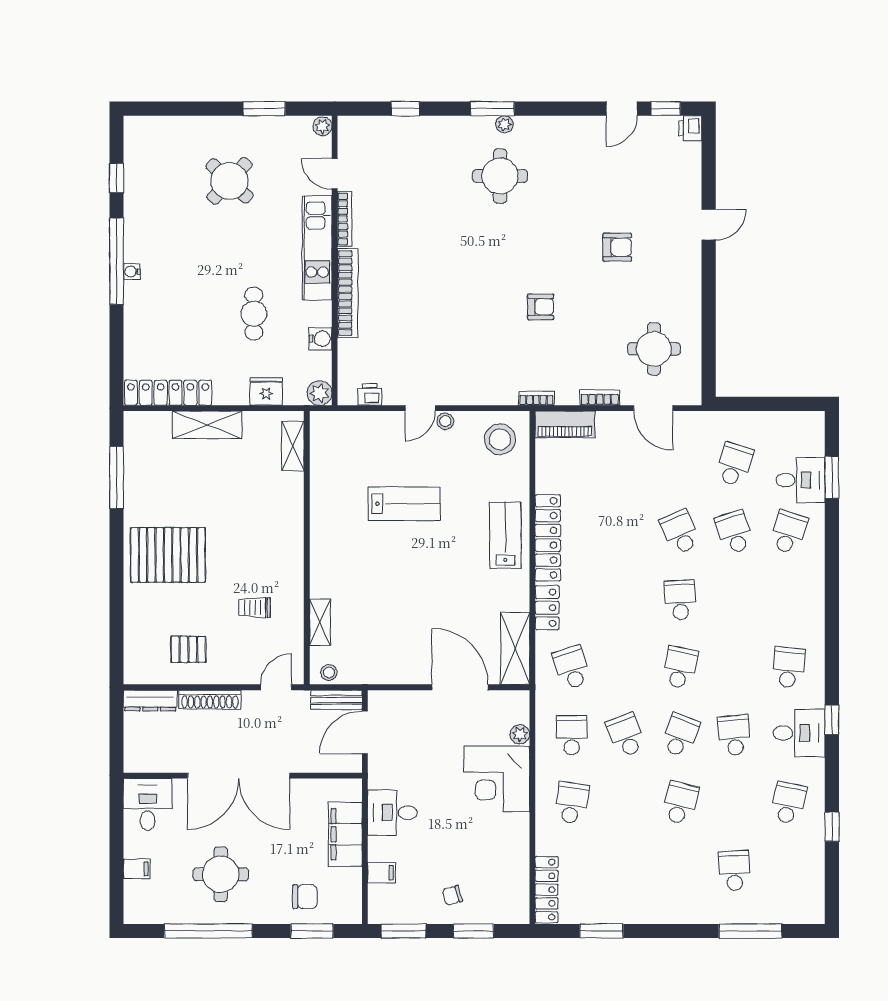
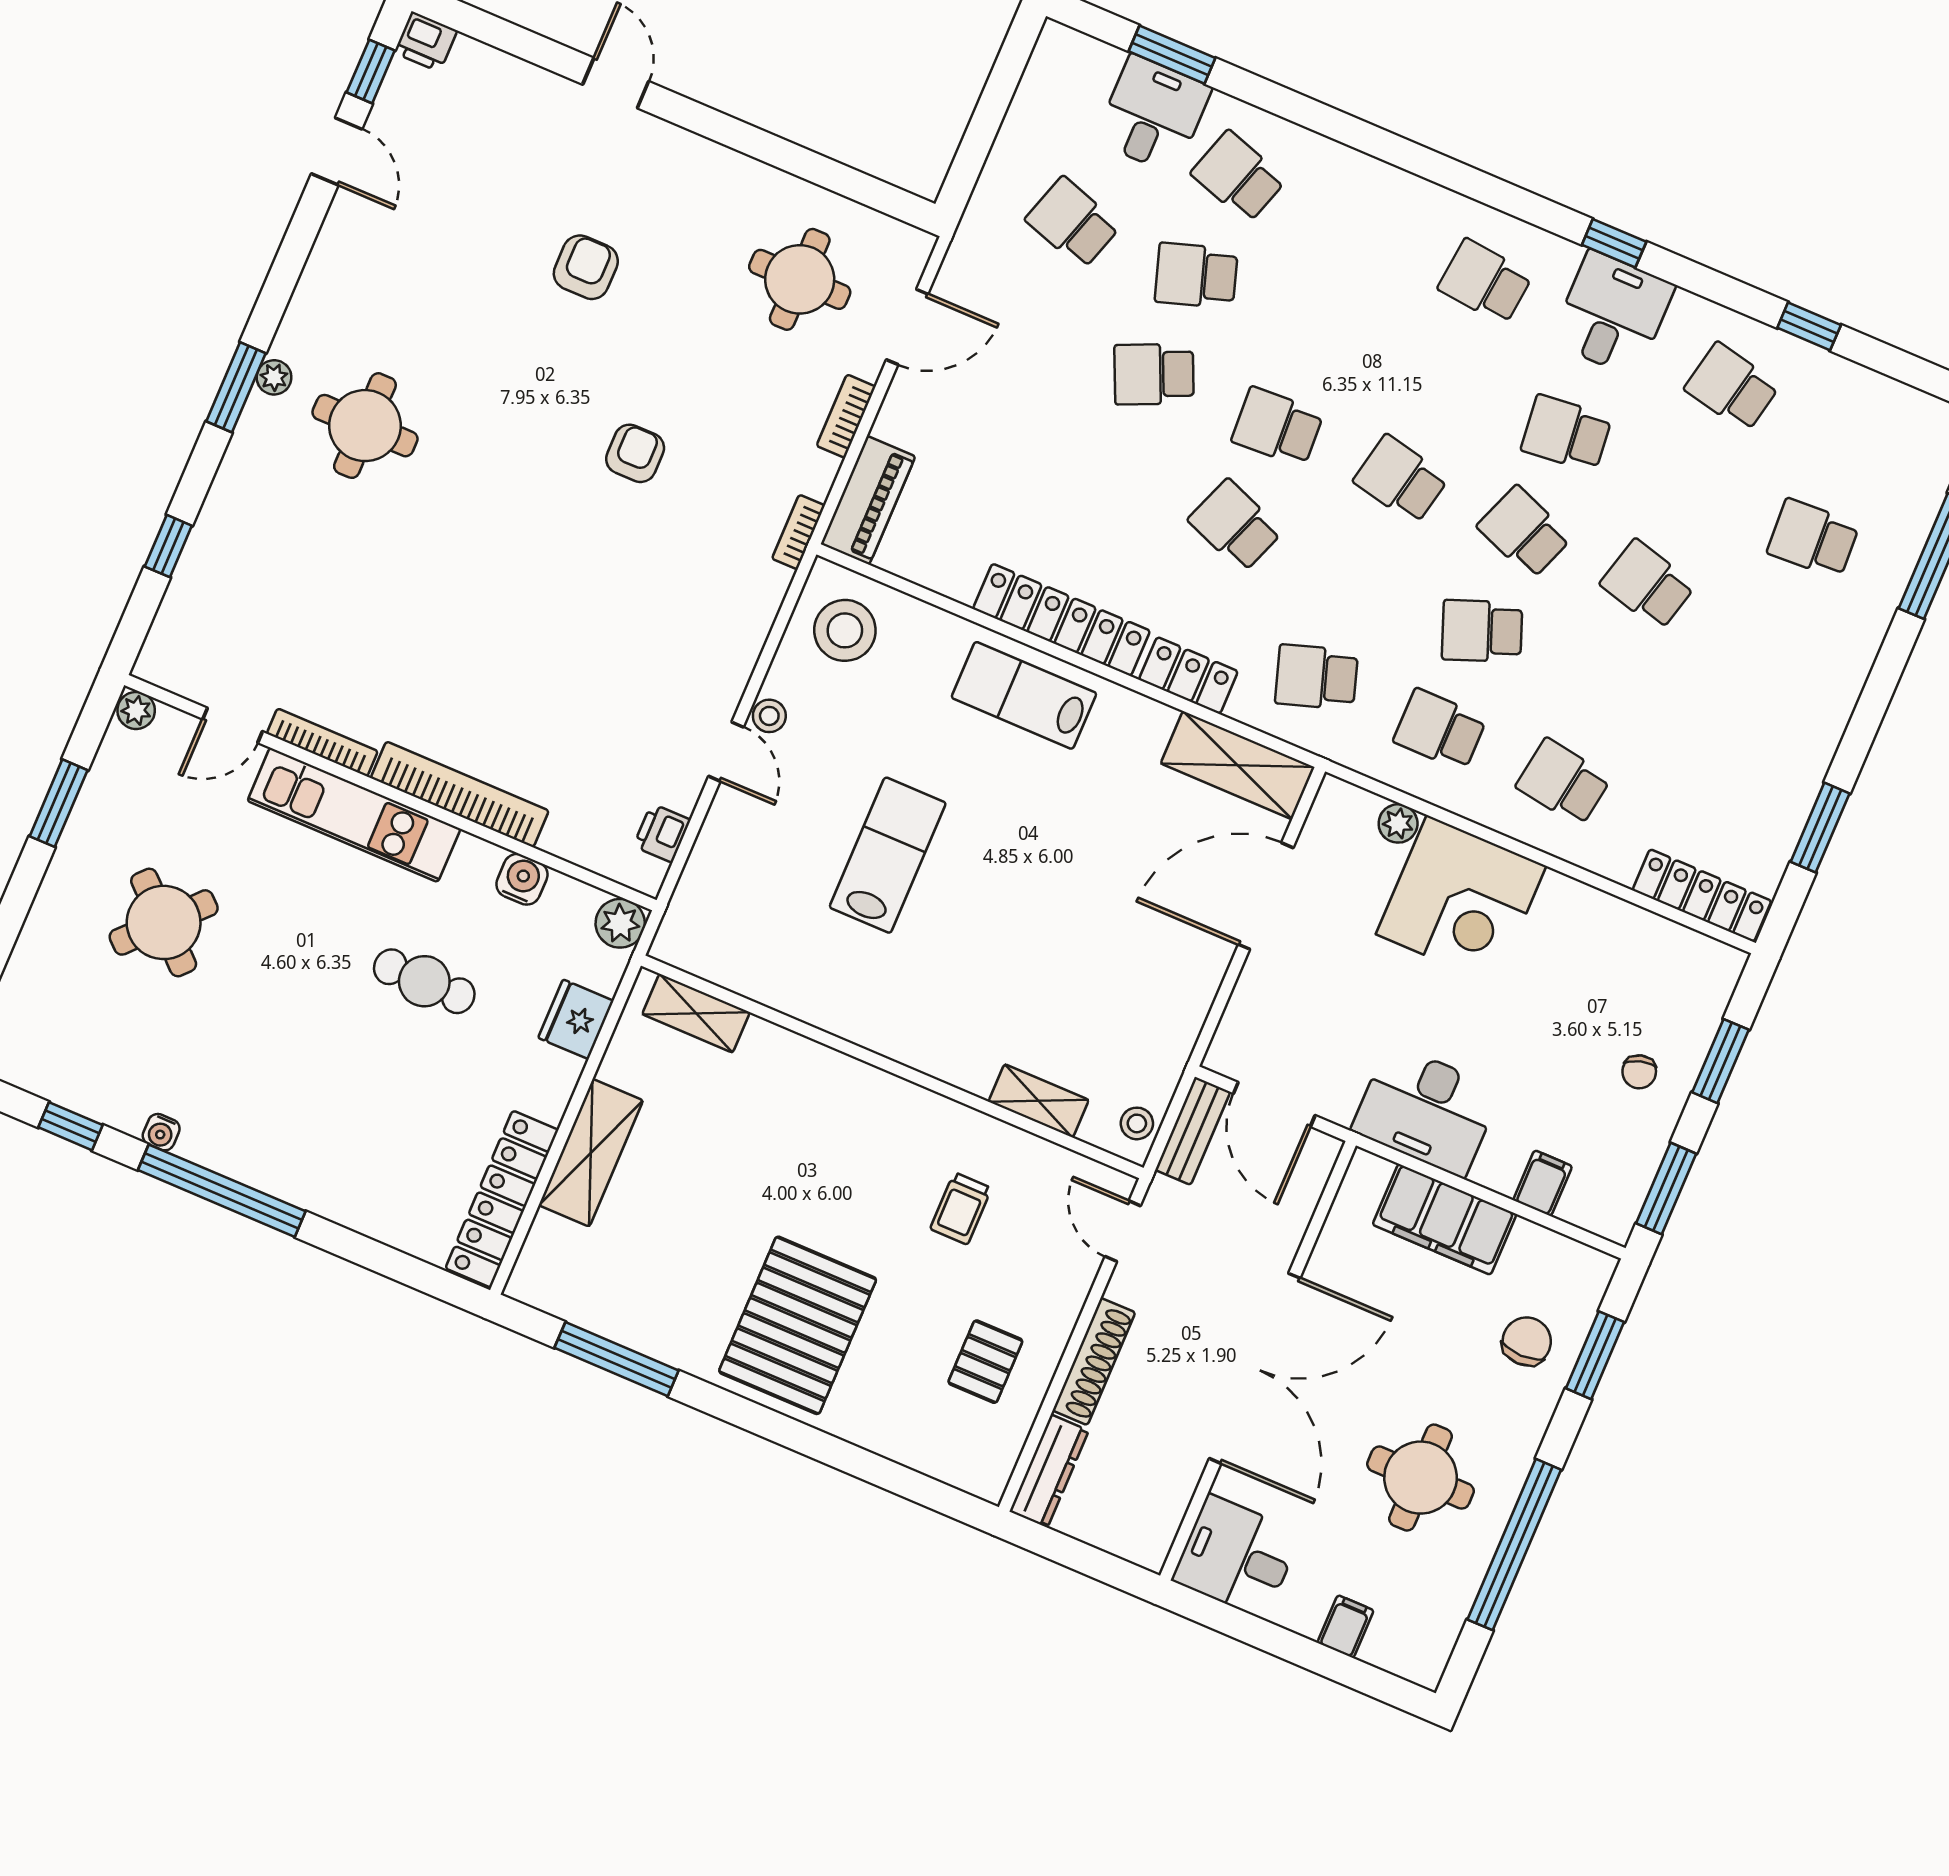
water cooler: (132, 272) -> (161, 1132), moved
school desk: (626, 600) -> (1235, 526), added
desk: (392, 813) -> (1426, 1110), width x1.37

